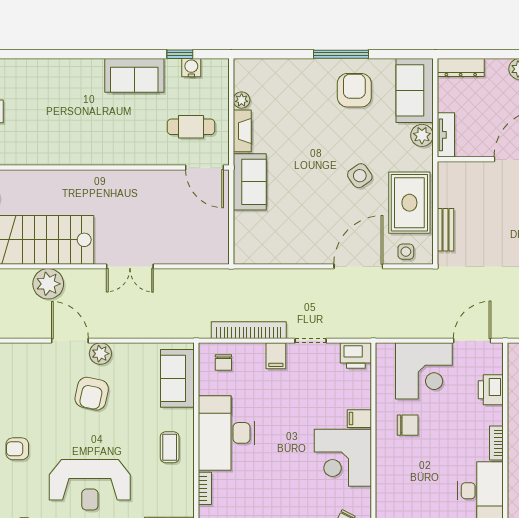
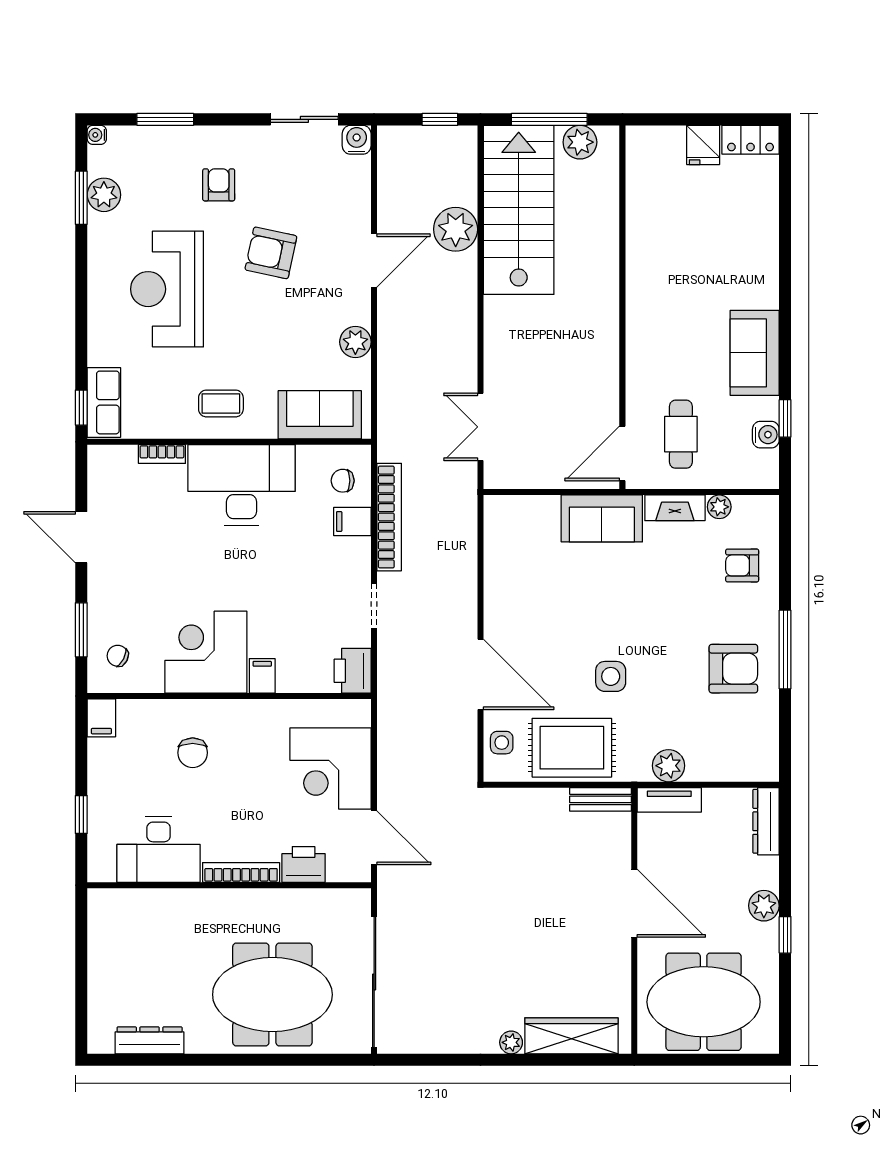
armchair: (282, 84) -> (742, 565), added
sofa: (415, 90) -> (733, 755), removed
side table: (360, 176) -> (611, 676), turned 35
bench: (445, 230) -> (601, 799), moved
double door: (130, 266) -> (480, 427), moved
plant: (100, 354) -> (355, 342), moved
filing cabinet: (276, 356) -> (352, 521), moved
armchair: (92, 394) -> (271, 253), moved
chair: (408, 425) -> (193, 753), moved
bookcase: (496, 443) -> (241, 872), width x1.56

